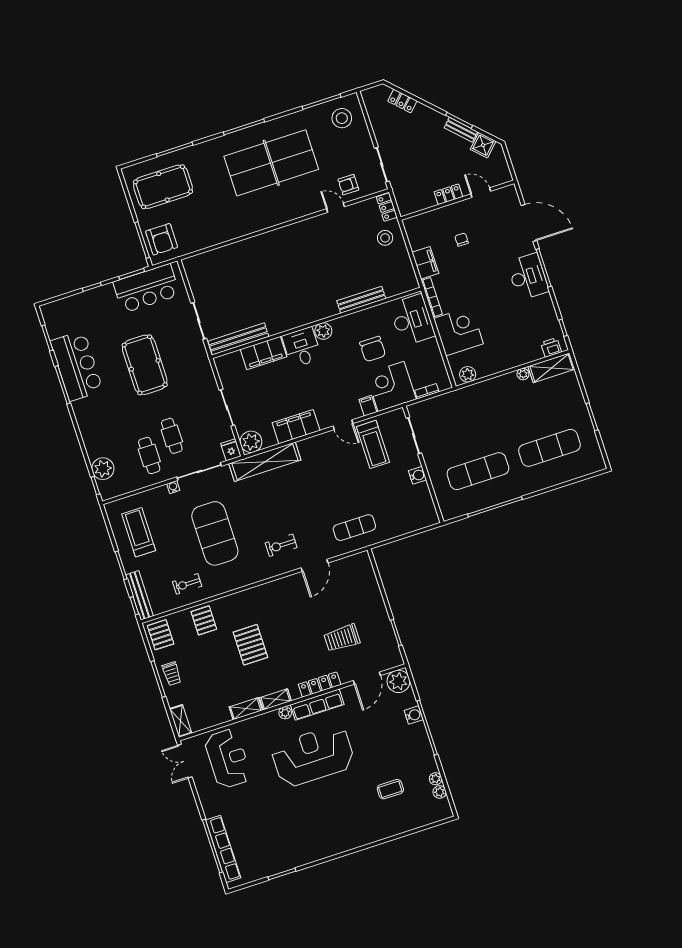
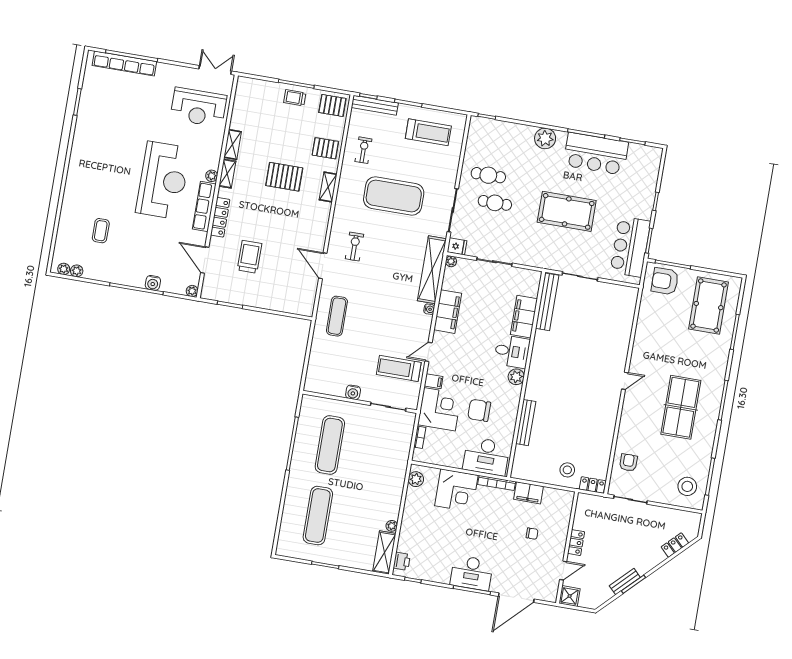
shower: (483, 145) -> (570, 596), moved, turned 45
table tennis table: (271, 163) -> (681, 407), width x0.73, depth x0.76
door: (335, 208) -> (625, 381), moved
plant: (251, 442) -> (451, 261), width x0.53, depth x0.53
plant: (103, 469) -> (545, 138), moved
water cooler: (173, 487) -> (429, 309), moved
plant: (398, 681) -> (192, 291), width x0.53, depth x0.53
shelving: (181, 721) -> (328, 187), moved, turned 90
plant: (436, 779) -> (64, 269), moved

